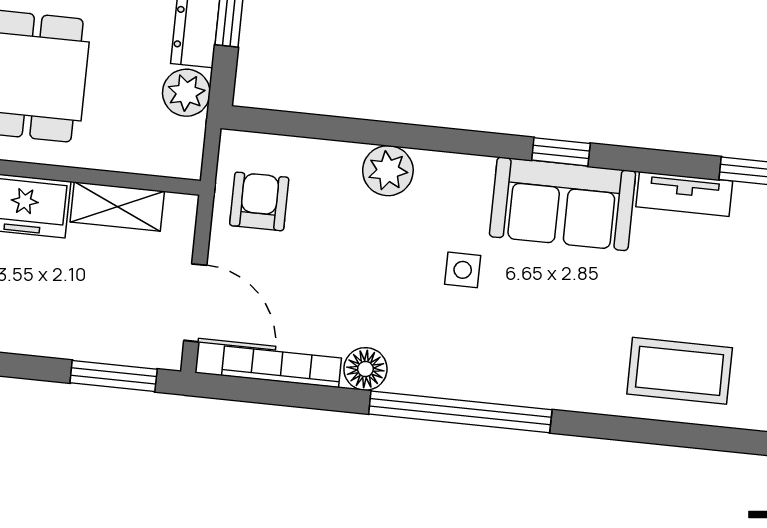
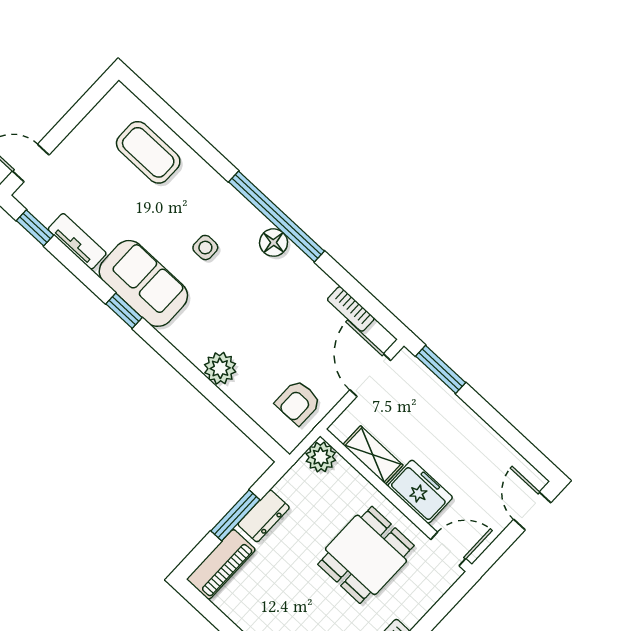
plant: (186, 93) -> (321, 457), moved
side table: (463, 270) -> (205, 248), moved
bookcase: (281, 367) -> (351, 309), width x0.64
floor lamp: (365, 369) -> (274, 243), moved

